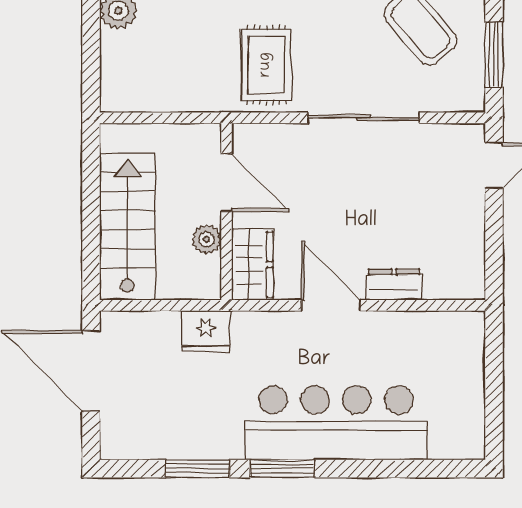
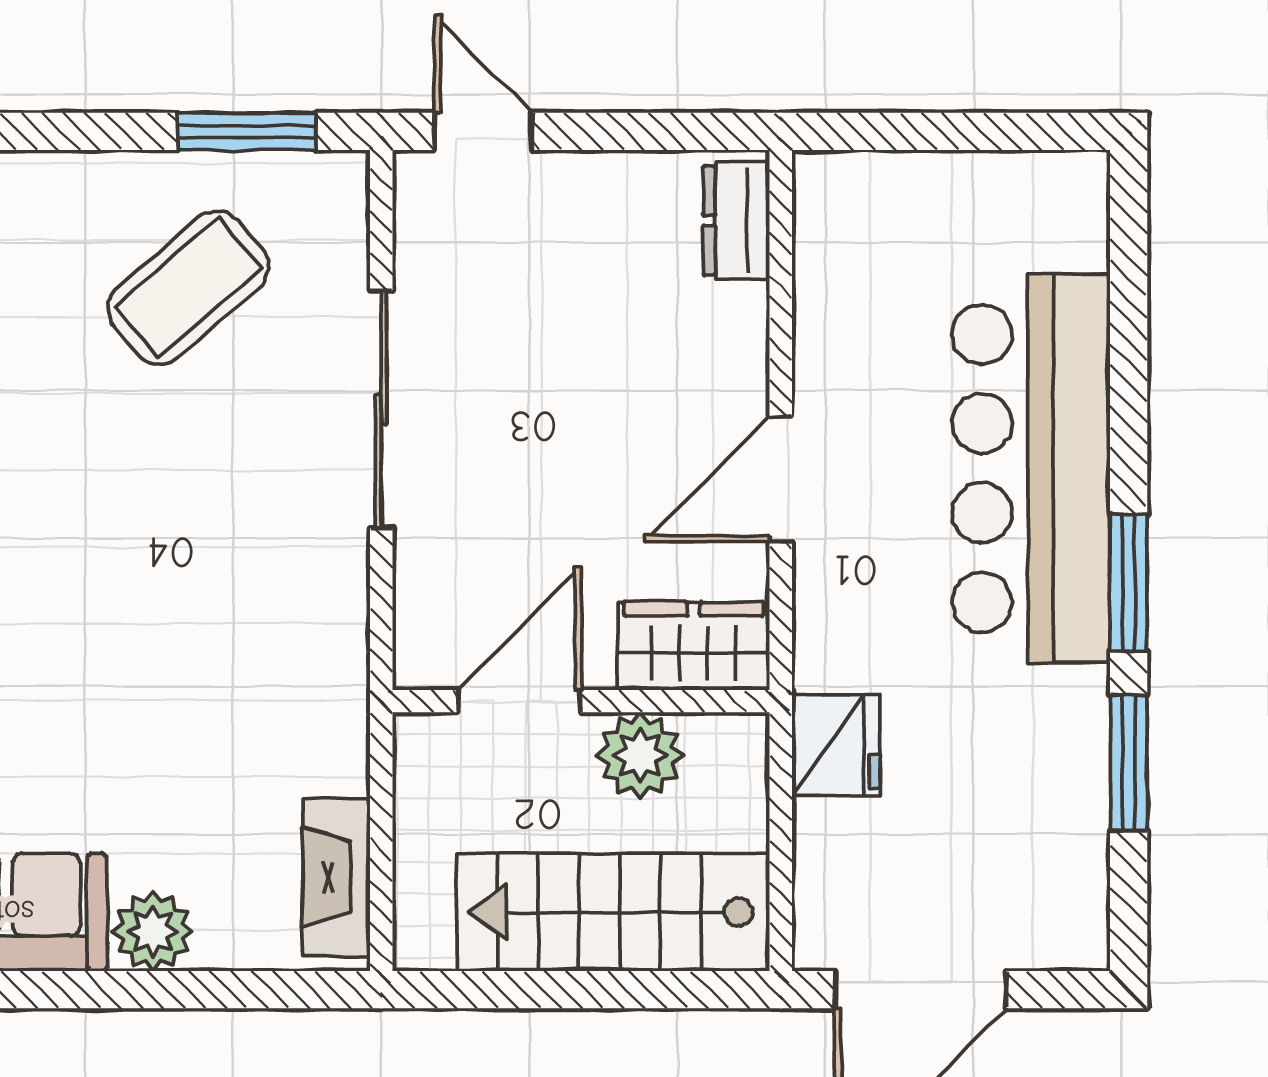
rug: (266, 65) -> (268, 616), removed
fireplace: (144, 97) -> (336, 877), added
plant: (207, 239) -> (640, 755), width x1.38, depth x1.38
dresser: (394, 285) -> (736, 220), moved

